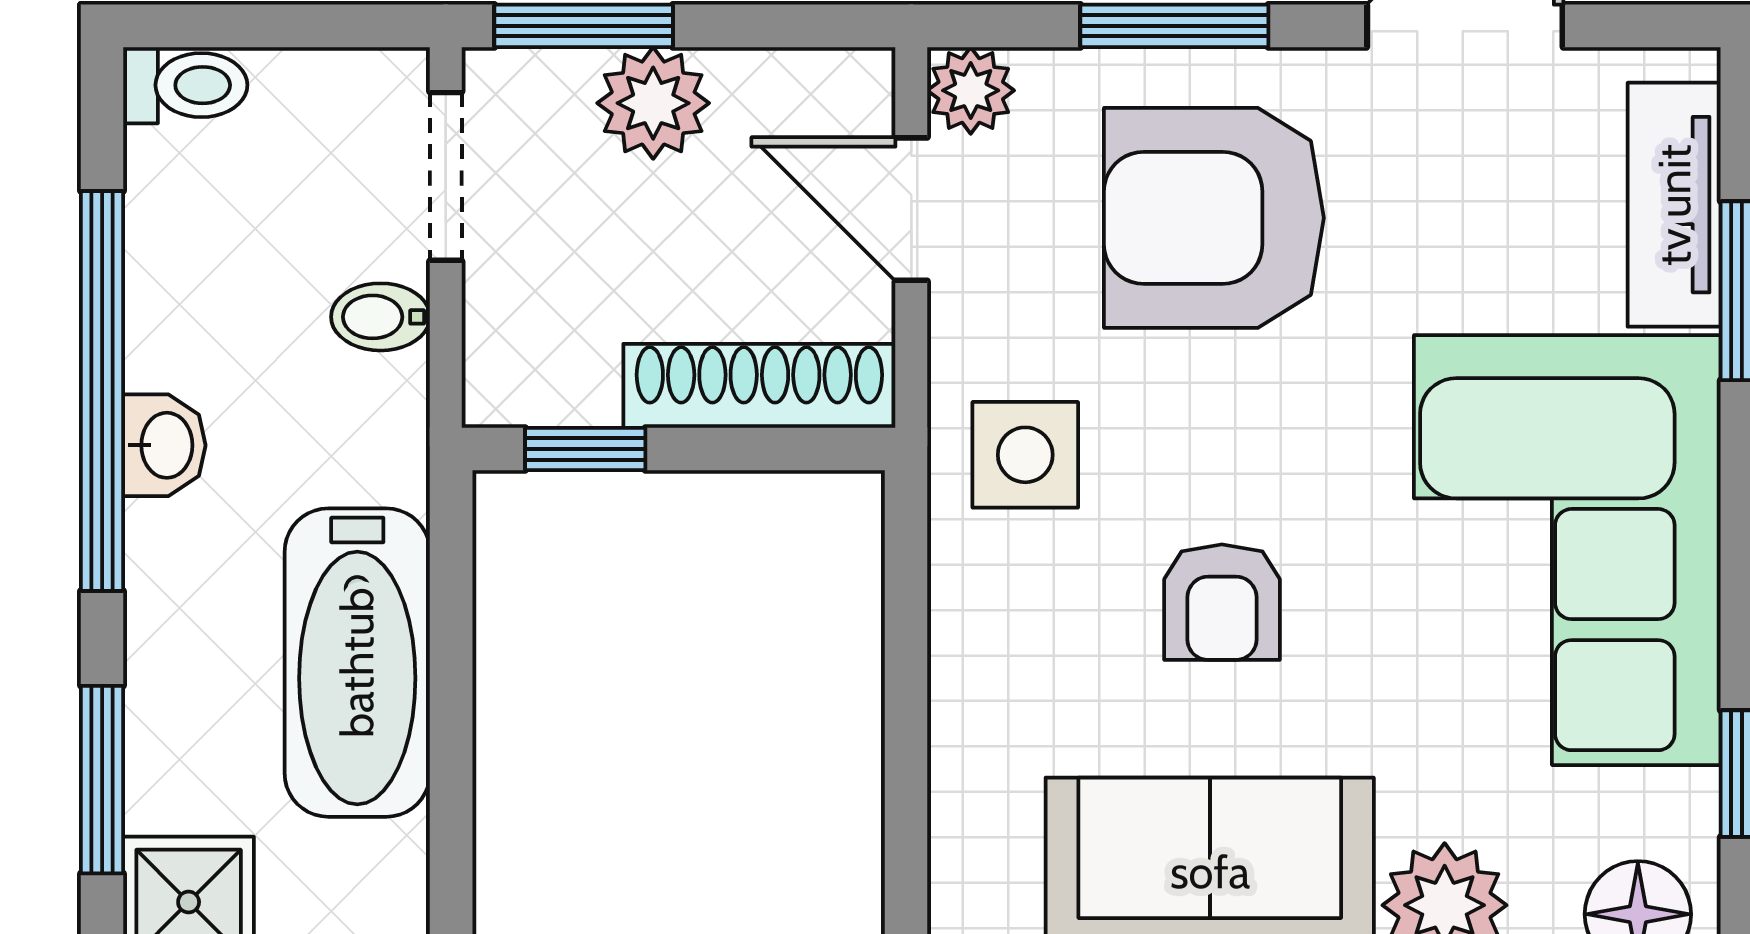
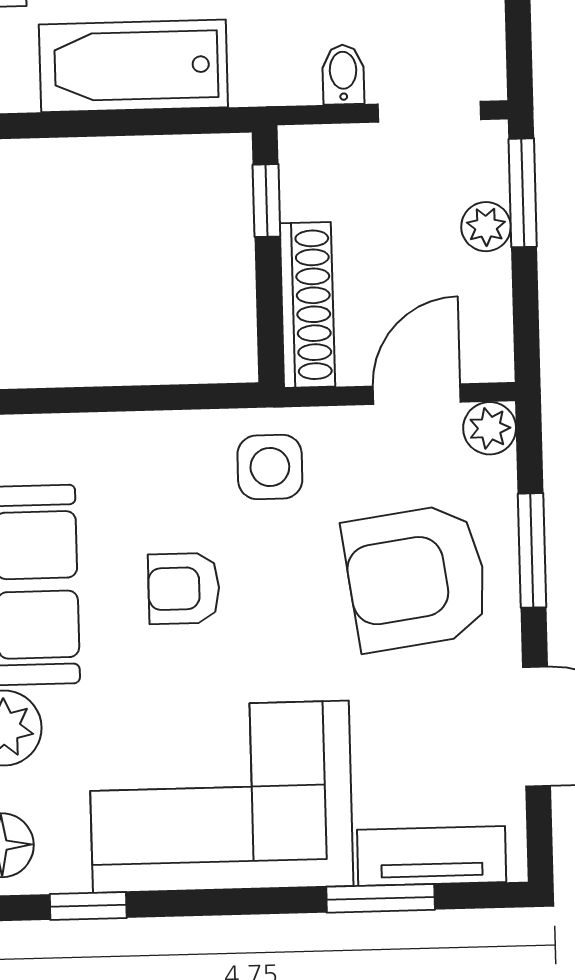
plant: (653, 103) -> (486, 227), width x0.73, depth x0.73
armchair: (1214, 218) -> (416, 578), turned -98

